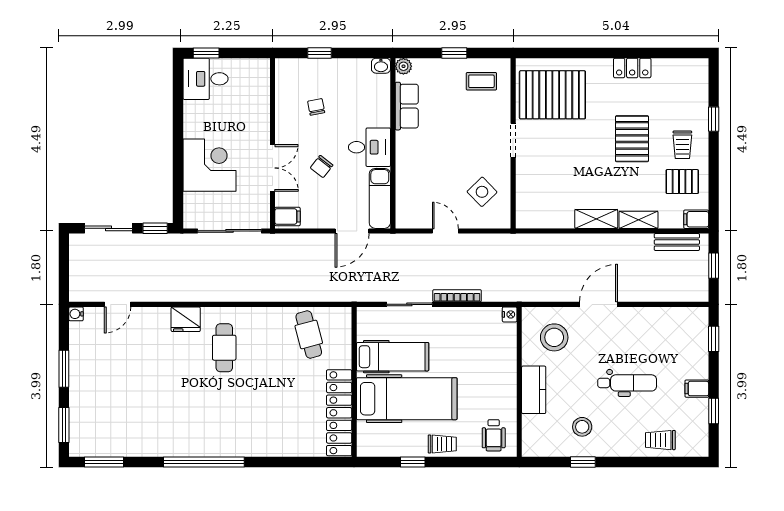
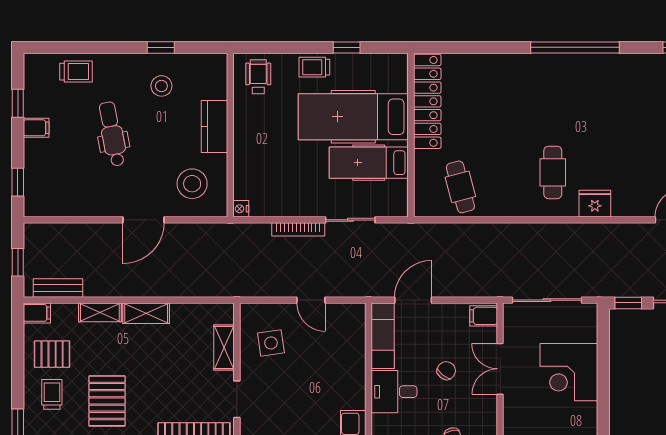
shelving: (525, 188) -> (224, 348), added
side table: (482, 192) -> (271, 343), turned 36
dental chair: (627, 383) -> (112, 134), turned 79

